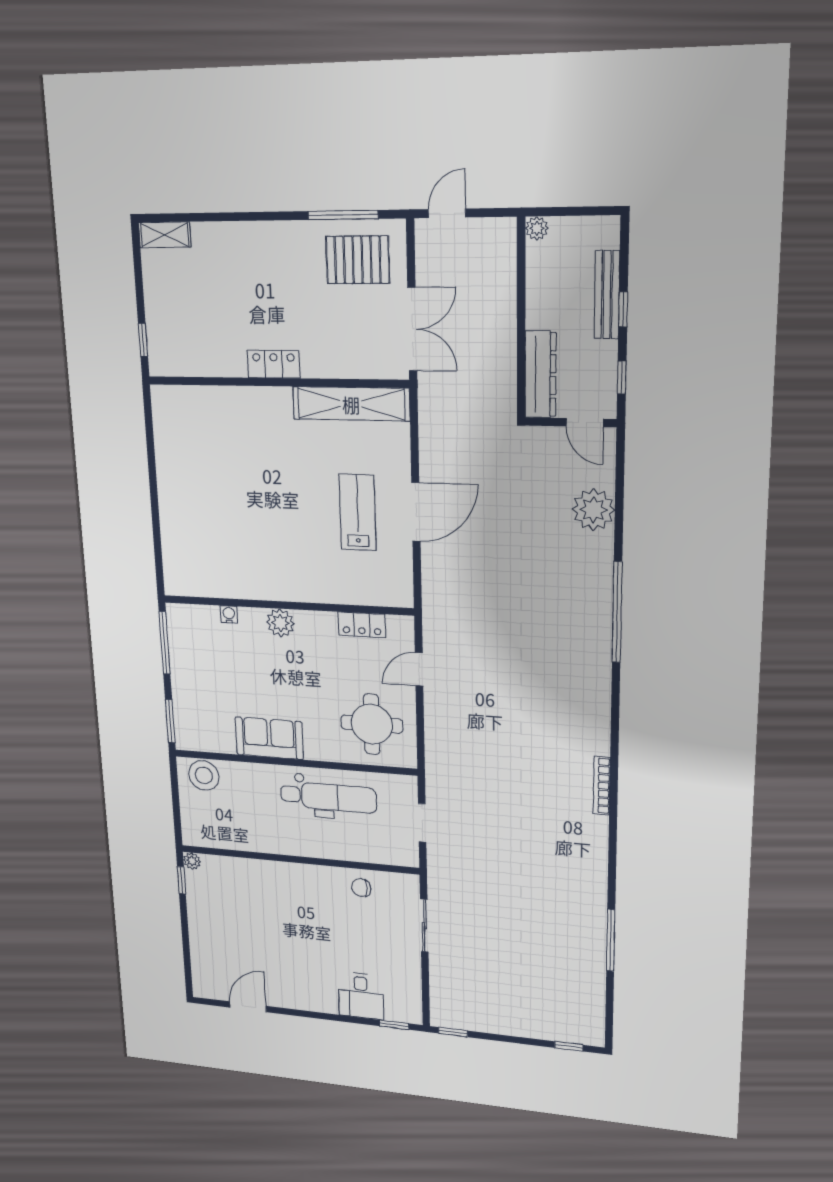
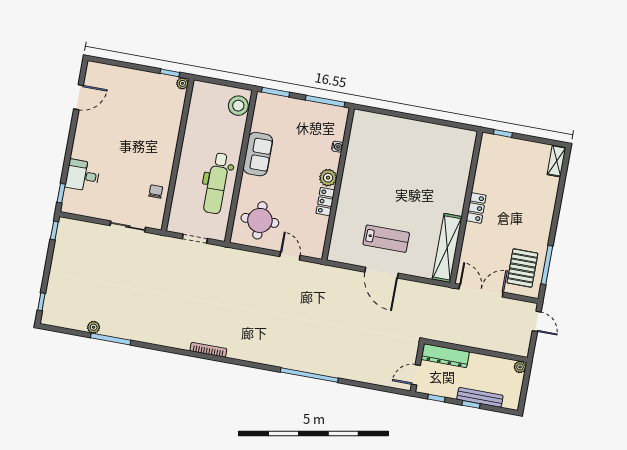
double door: (412, 329) -> (481, 291), swing flipped
plant: (593, 510) -> (94, 327), moved, width x0.53, depth x0.53
locker: (362, 625) -> (325, 202), moved
door: (248, 1007) -> (79, 97), hinge flipped

